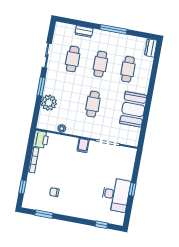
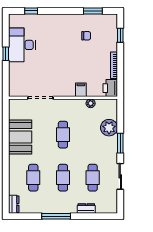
filing cabinet: (83, 146) -> (81, 90), moved

